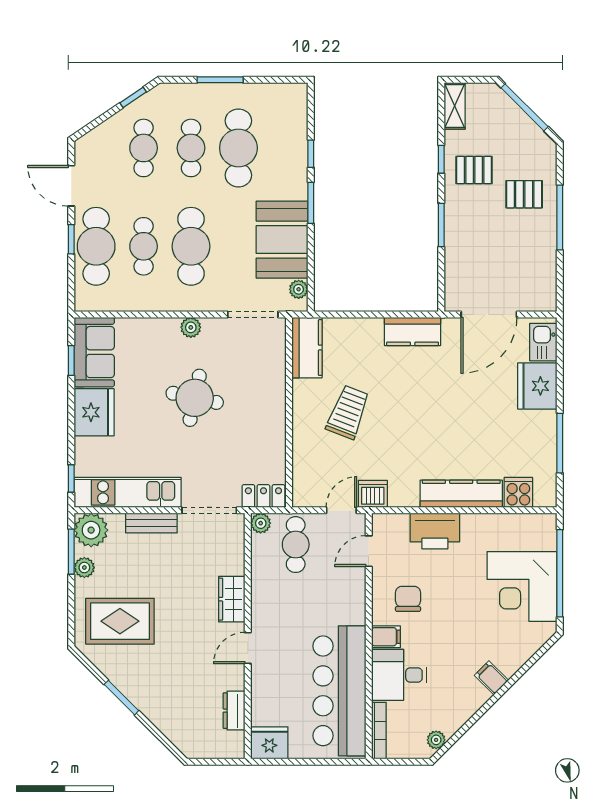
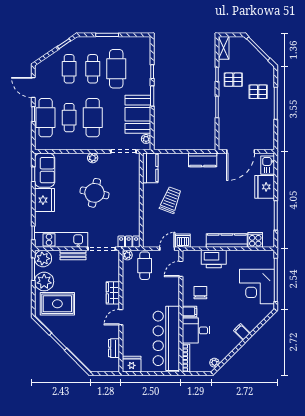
plant: (84, 568) -> (44, 282), width x1.88, depth x1.88

